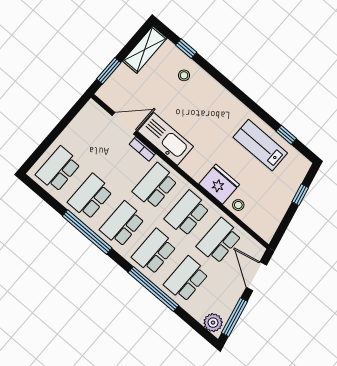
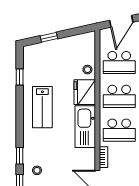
window: (212, 71) -> (20, 156), added
kitchen sink: (166, 139) -> (85, 127), moved
lab bench: (260, 145) -> (42, 107), moved

